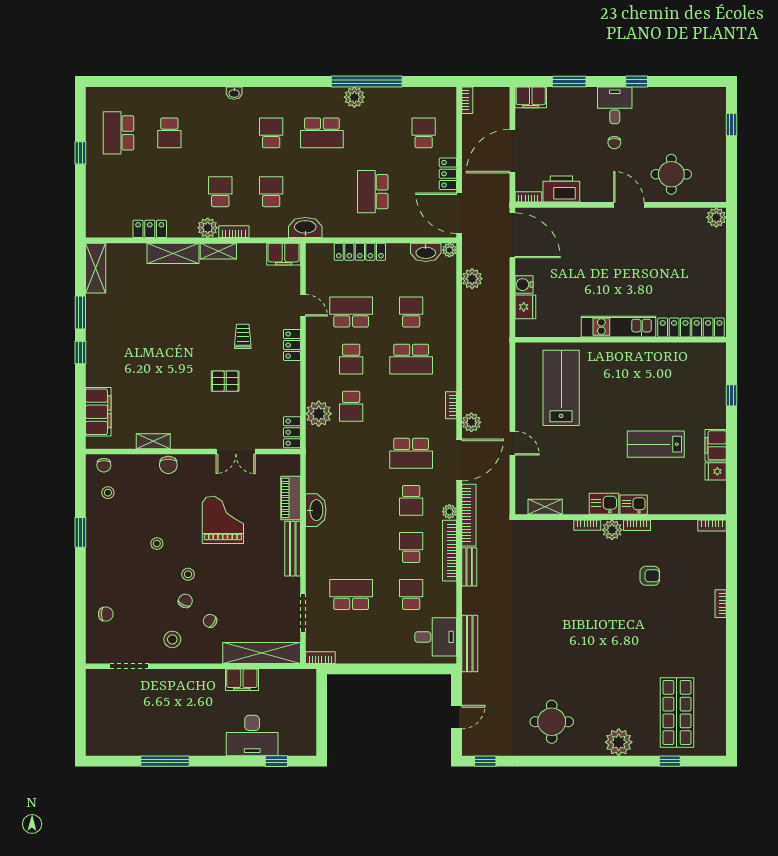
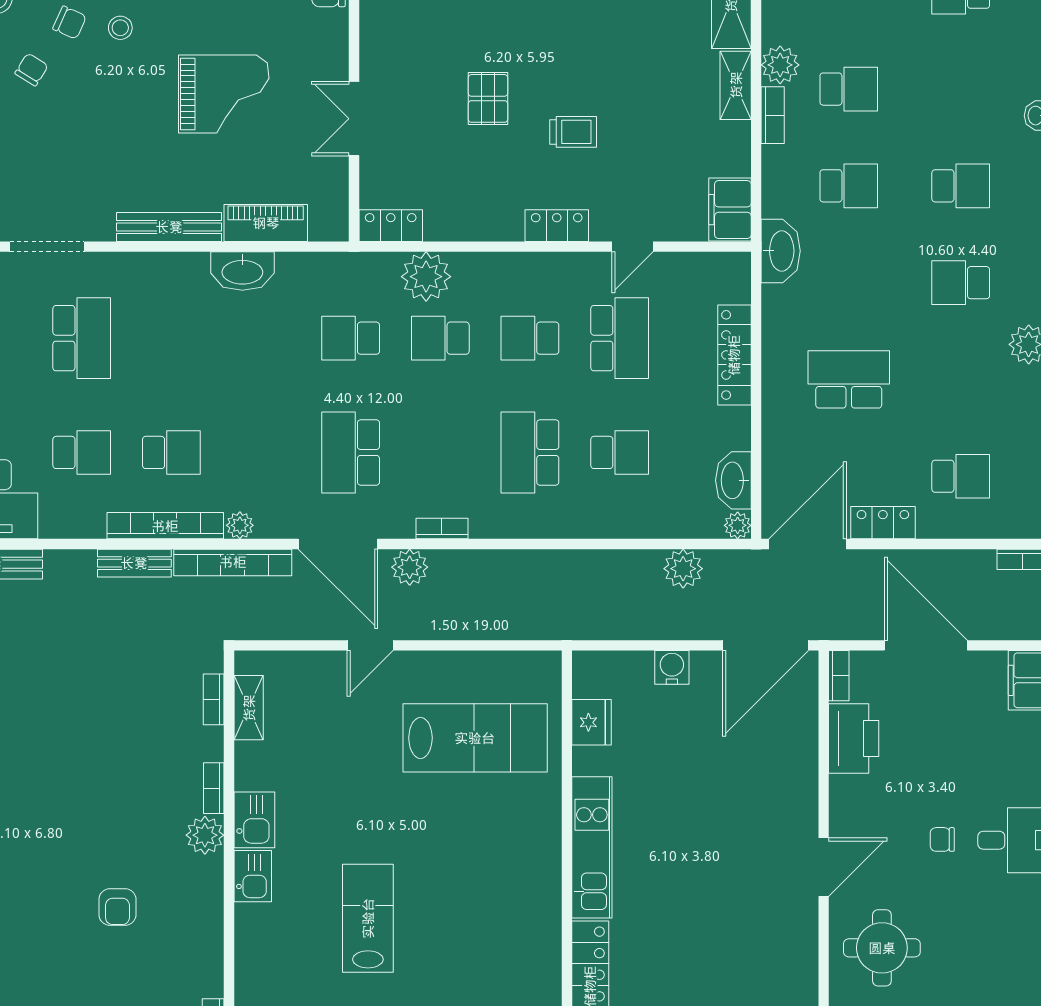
school desk: (322, 133) -> (961, 283), width x0.54
fridge: (525, 307) -> (592, 722), moved, turned -90
school desk: (411, 500) -> (351, 338), moved
bookcase: (637, 525) -> (214, 699), moved

